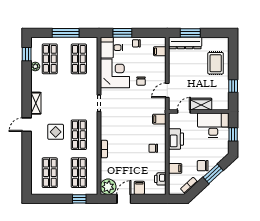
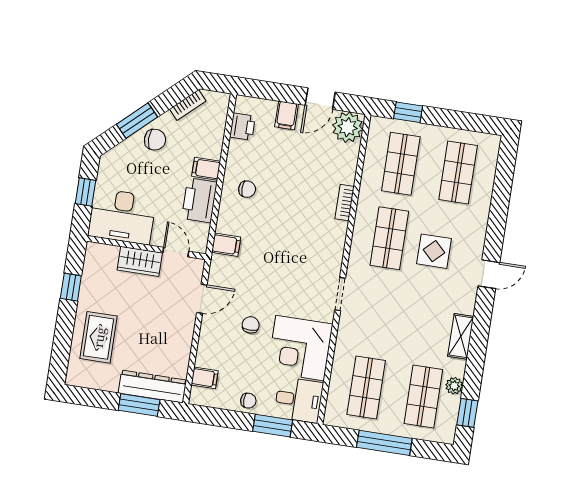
shelving: (36, 103) -> (461, 336), moved
door: (184, 112) -> (176, 252), swing flipped
filing cabinet: (175, 168) -> (206, 169), moved

